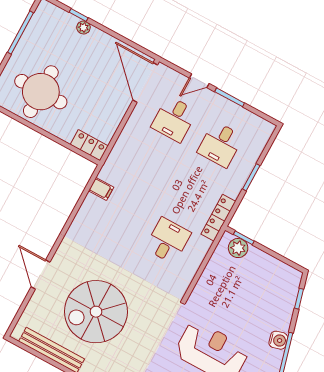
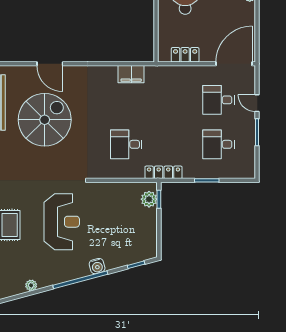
locker: (89, 145) -> (185, 55), moved, turned -90
filing cabinet: (101, 189) -> (131, 74), width x2.00
desk: (168, 241) -> (126, 144), turned 180
door: (41, 275) -> (50, 64), swing flipped
spiral stairs: (96, 312) -> (45, 120), turned 90

